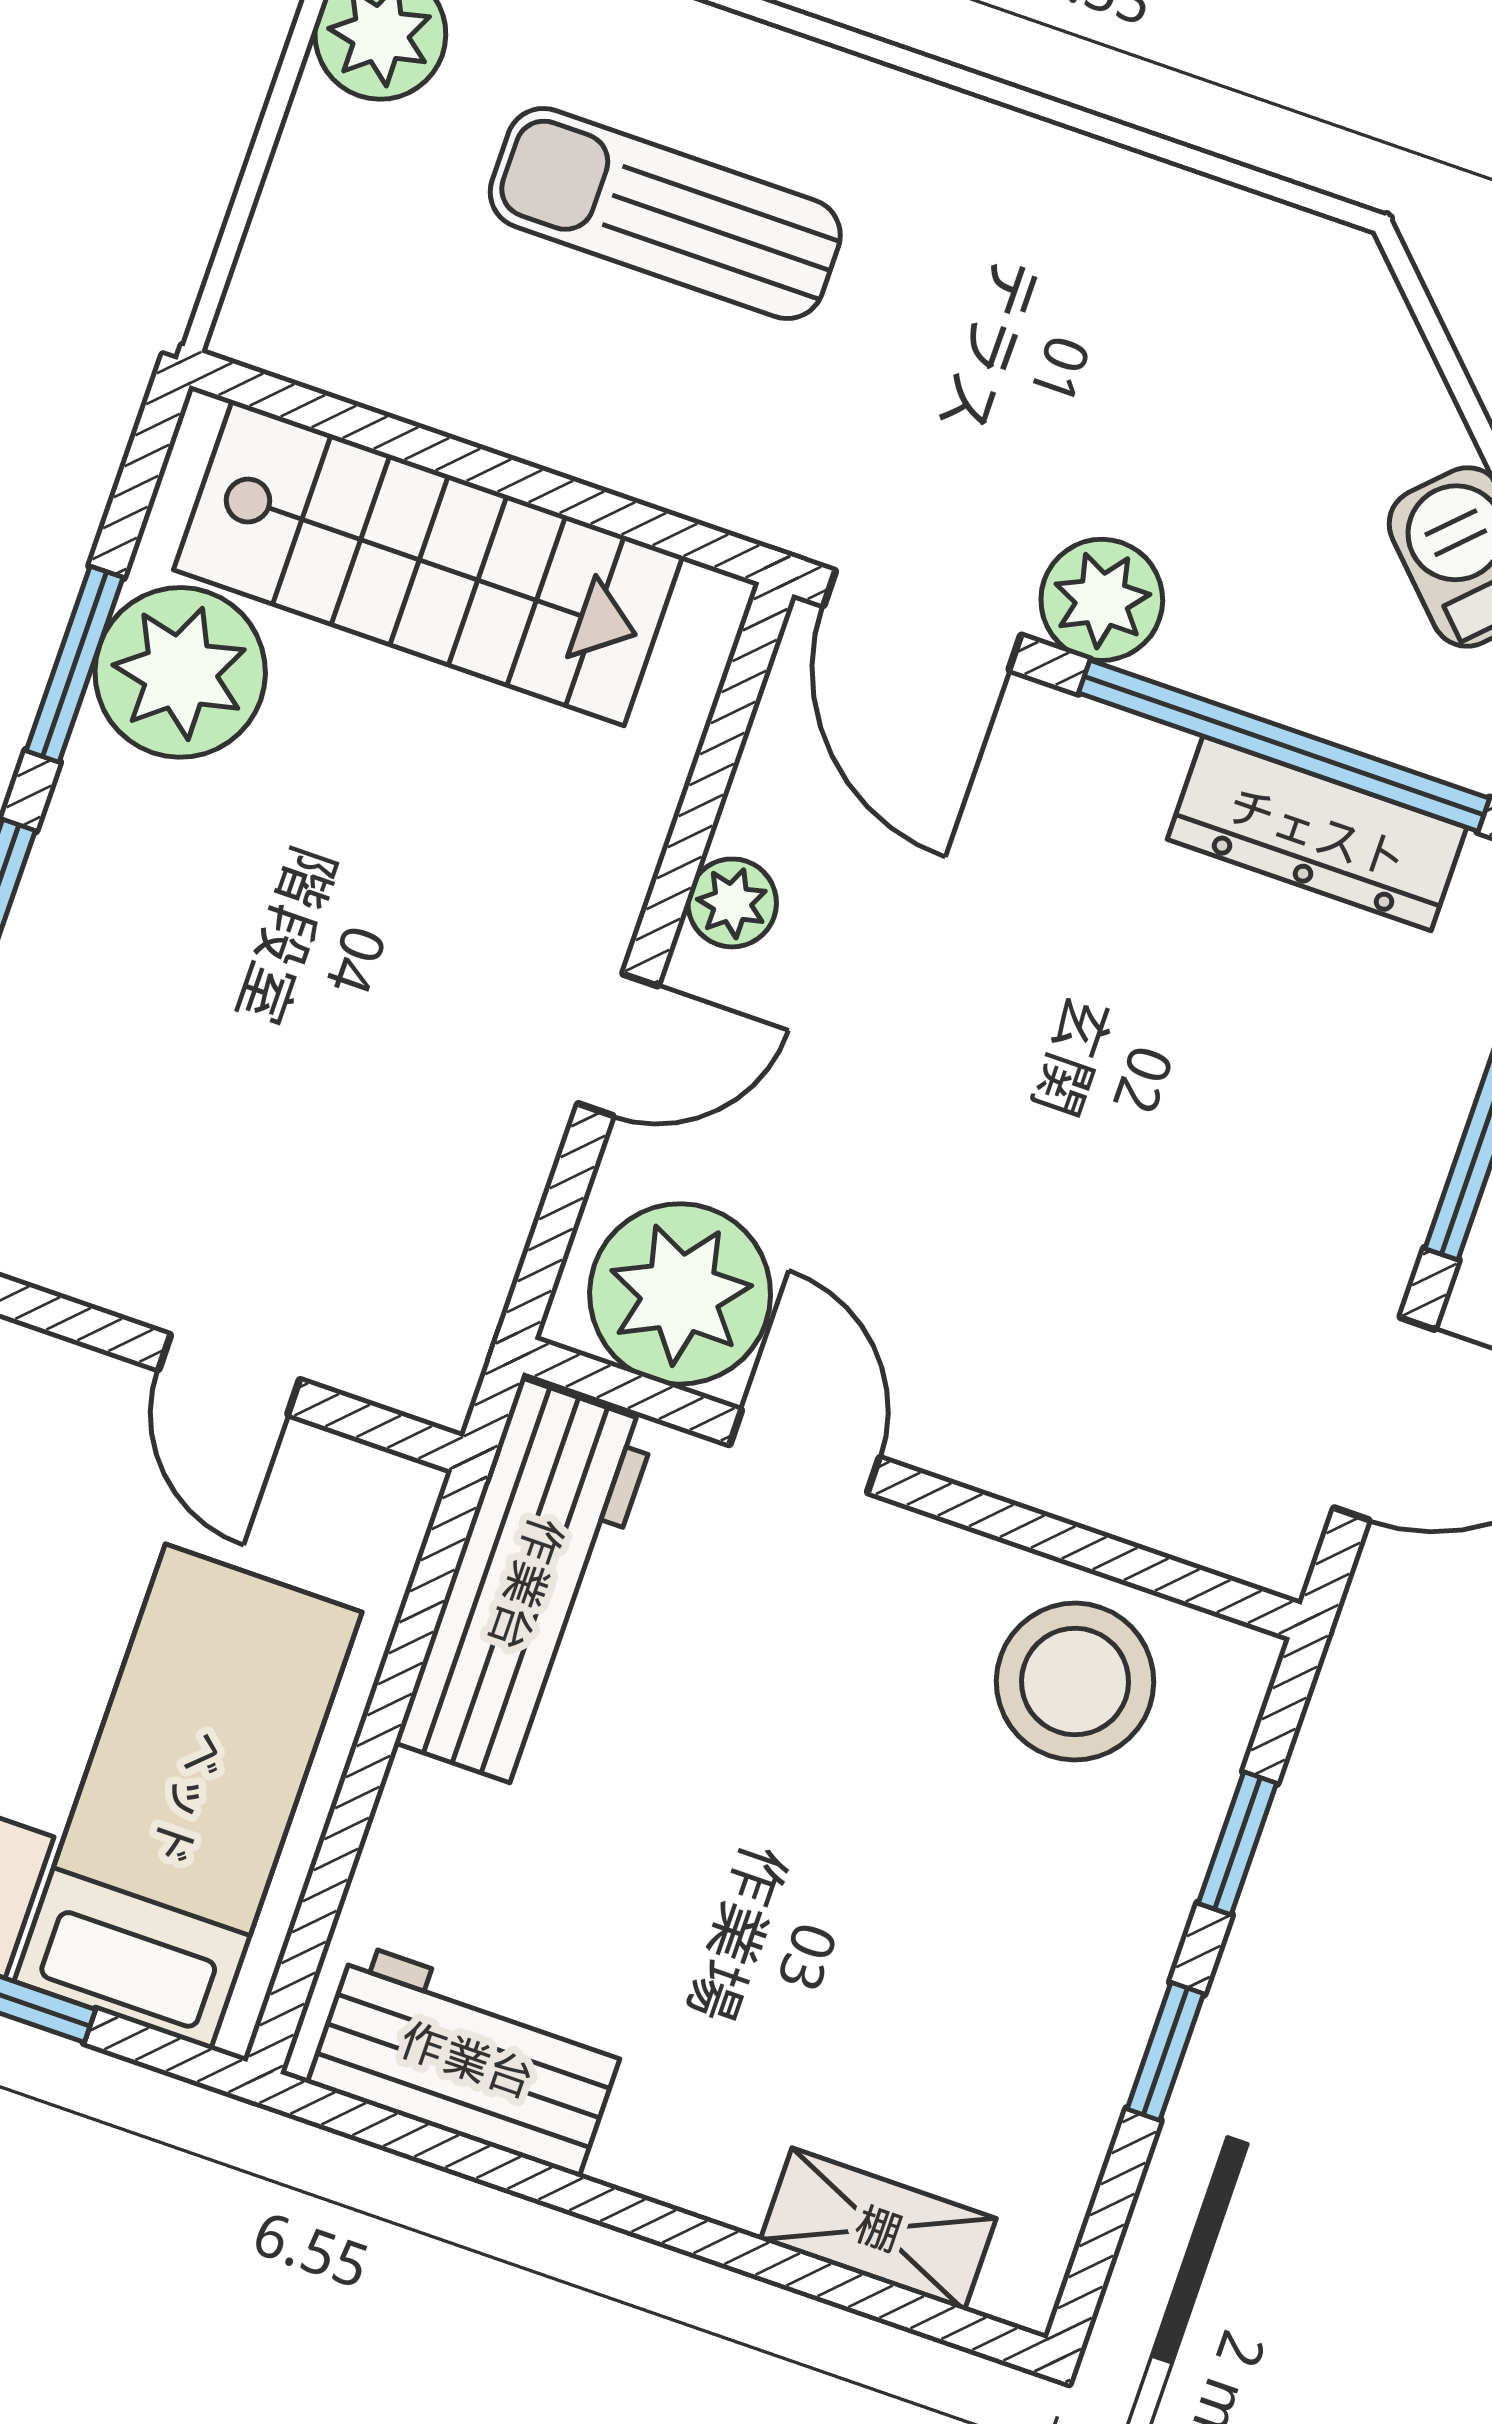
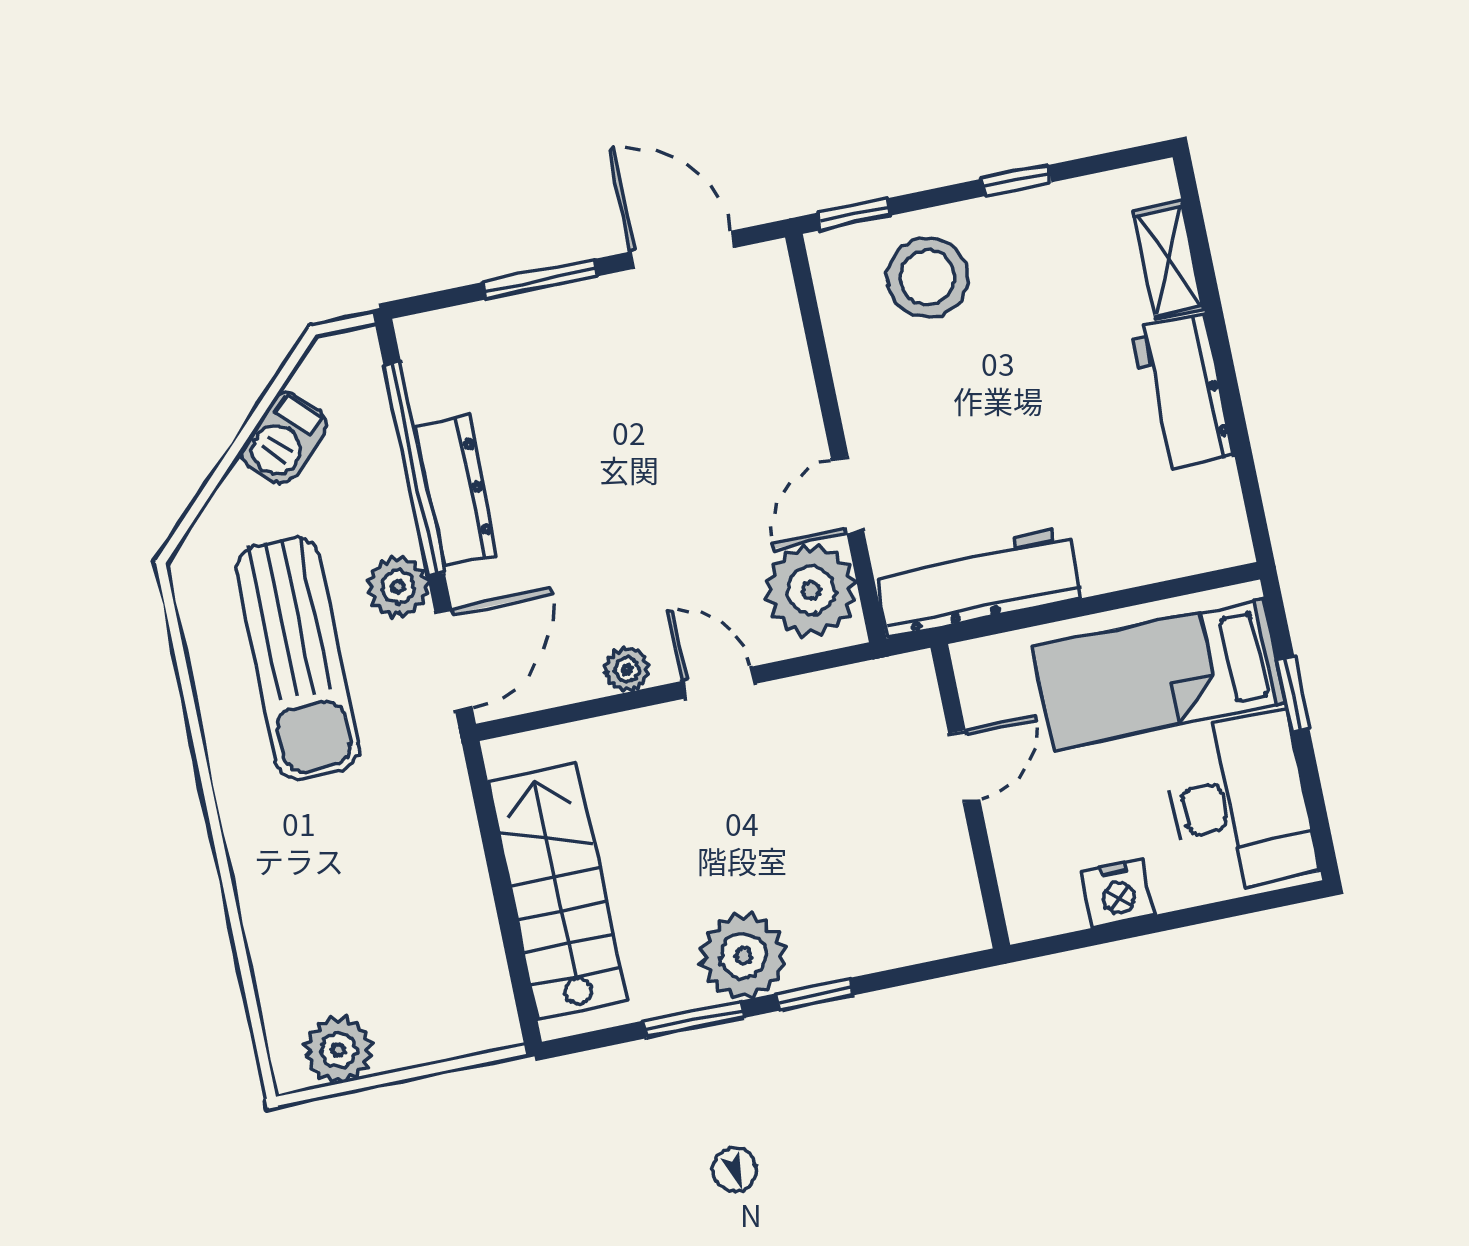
sun lounger: (665, 213) -> (298, 658), moved, width x1.36, depth x1.34
plant: (180, 672) -> (743, 956), moved
dresser: (1317, 833) -> (456, 491), moved
stool: (1075, 1682) -> (927, 278), moved
window: (1237, 1843) -> (854, 214), moved
workbench: (467, 2060) -> (1183, 393), moved

